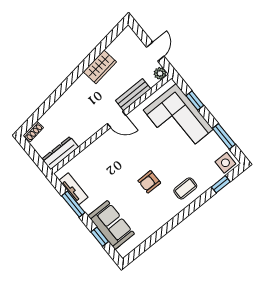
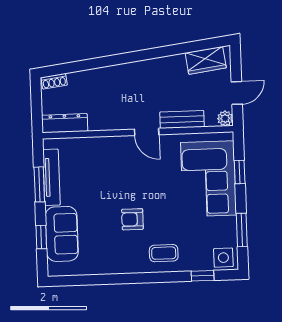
wardrobe: (100, 67) -> (206, 60), moved
tv unit: (74, 189) -> (51, 177), width x1.41

